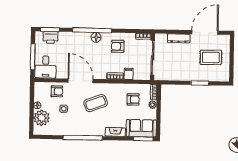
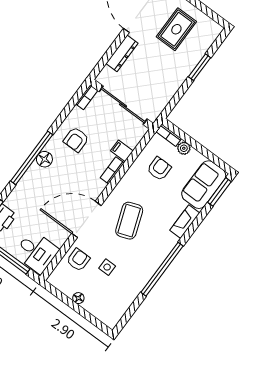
plant: (42, 118) -> (98, 304), removed

